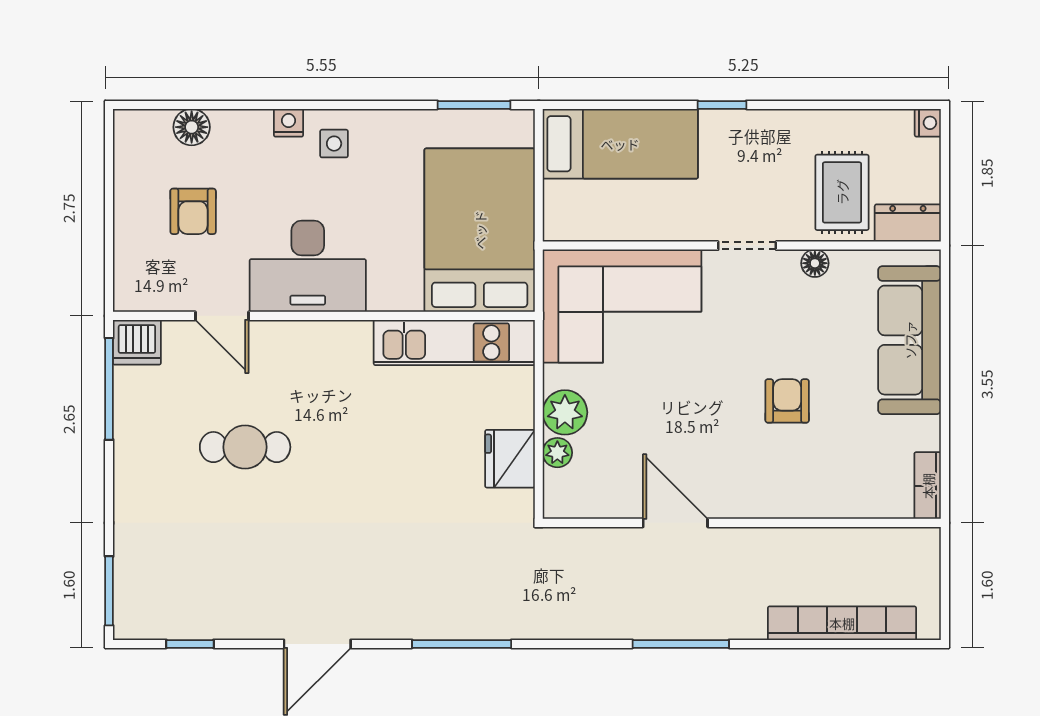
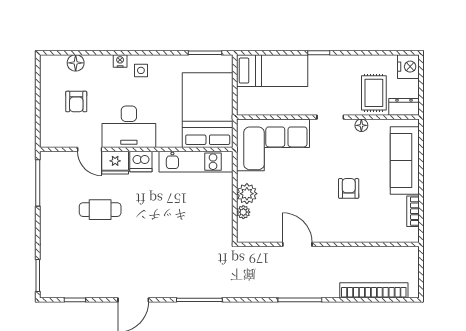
nightstand: (928, 123) -> (408, 67), width x1.89, depth x1.79
dishwasher: (137, 342) -> (141, 162), moved
fridge: (510, 459) -> (115, 163), moved, turned -90
bookcase: (928, 486) -> (413, 211), moved

